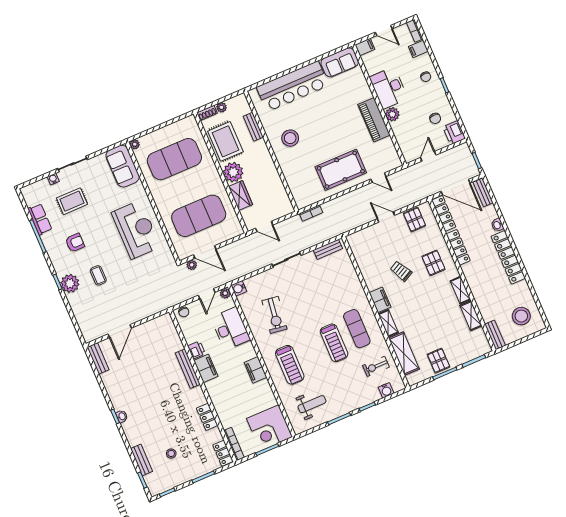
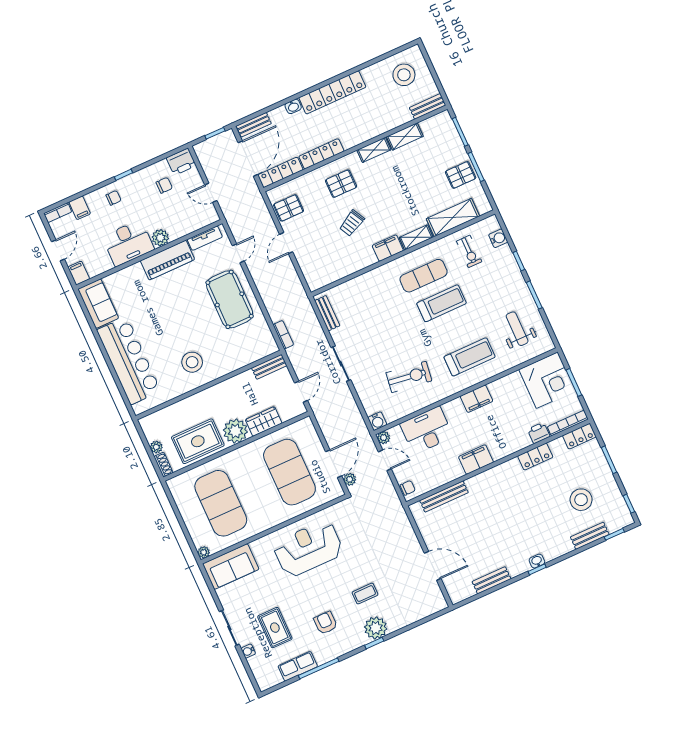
bench: (253, 127) -> (269, 367), moved
tv unit: (391, 151) -> (205, 238), added
printer: (196, 350) -> (539, 433), moved
bench: (98, 358) -> (491, 580), moved
bench: (188, 369) -> (444, 496), moved
stool: (171, 453) -> (581, 500), width x1.89, depth x1.89

